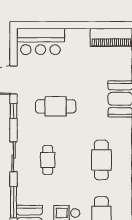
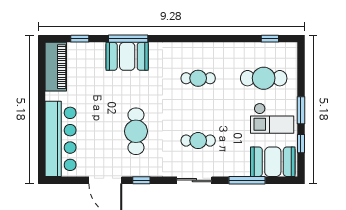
bar counter: (40, 41) -> (61, 139), width x1.36
cafe table: (101, 160) -> (198, 78), width x0.73, depth x0.74

